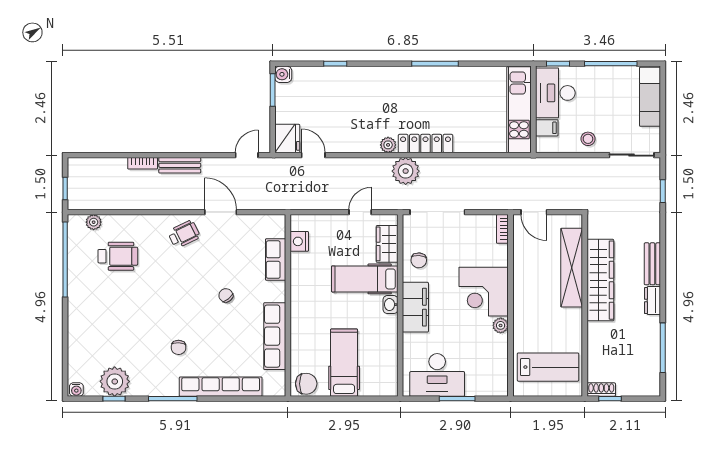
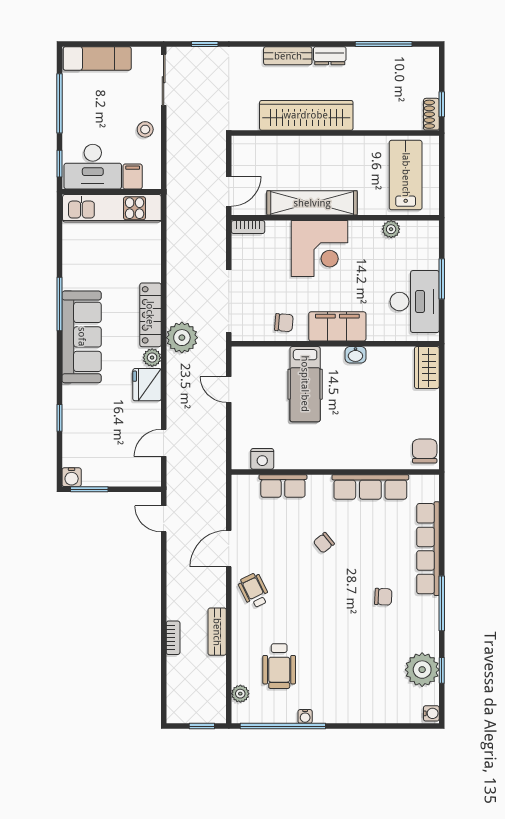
sofa: (406, 83) -> (82, 337), added
fridge: (287, 138) -> (147, 385), moved, turned -90
bench: (180, 165) -> (217, 632), moved
wardrobe: (387, 244) -> (427, 368), moved, turned 90
wheelchair: (118, 256) -> (279, 666), turned 180
shelving: (572, 268) -> (312, 203), moved
water cooler: (74, 279) -> (305, 716), added
washbasin: (391, 305) -> (355, 355), moved
plant: (501, 325) -> (391, 229), moved
hospital bed: (344, 363) -> (401, 408), removed

